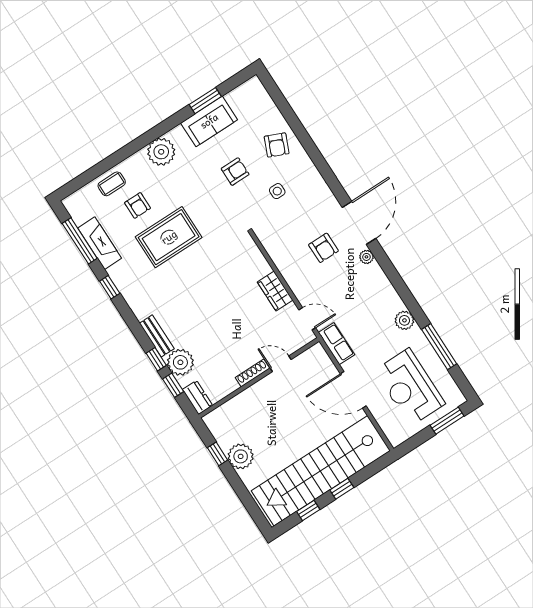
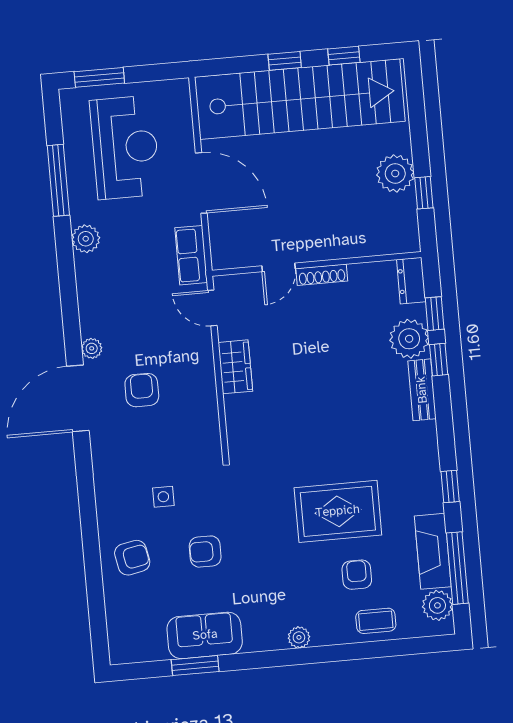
armchair: (277, 145) -> (132, 558), turned 56
plant: (161, 152) -> (299, 637), width x0.53, depth x0.53
plant: (80, 212) -> (437, 605), added
door: (281, 364) -> (279, 267), hinge flipped

